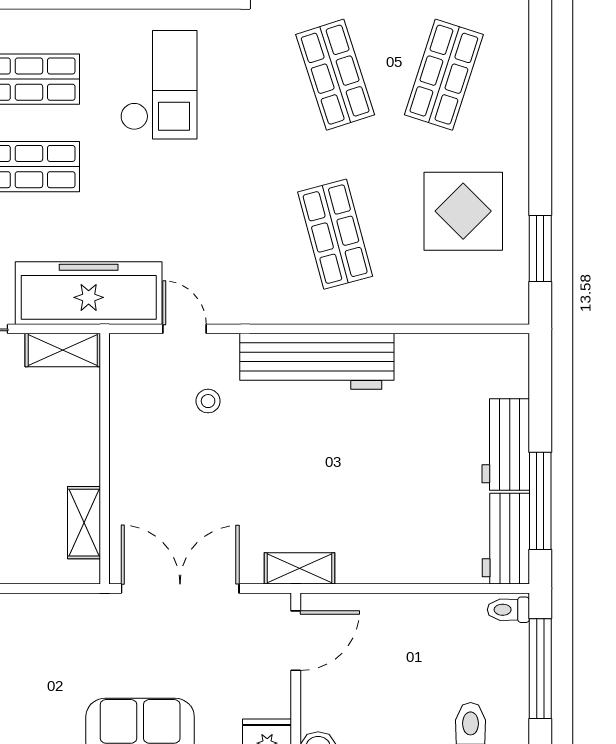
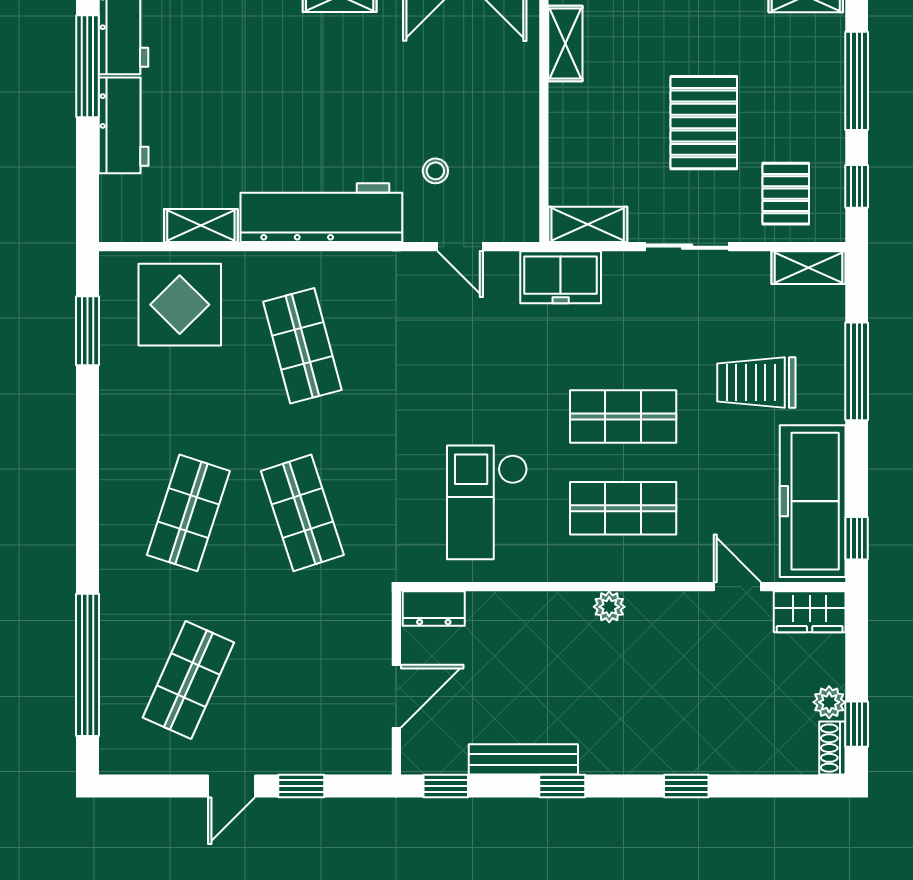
display table: (463, 211) -> (180, 305), moved
freezer: (89, 293) -> (561, 277), width x0.52, depth x0.79
shelving: (432, 349) -> (201, 225), added

